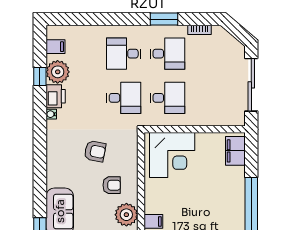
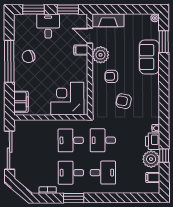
chair: (225, 213) -> (28, 56), added

